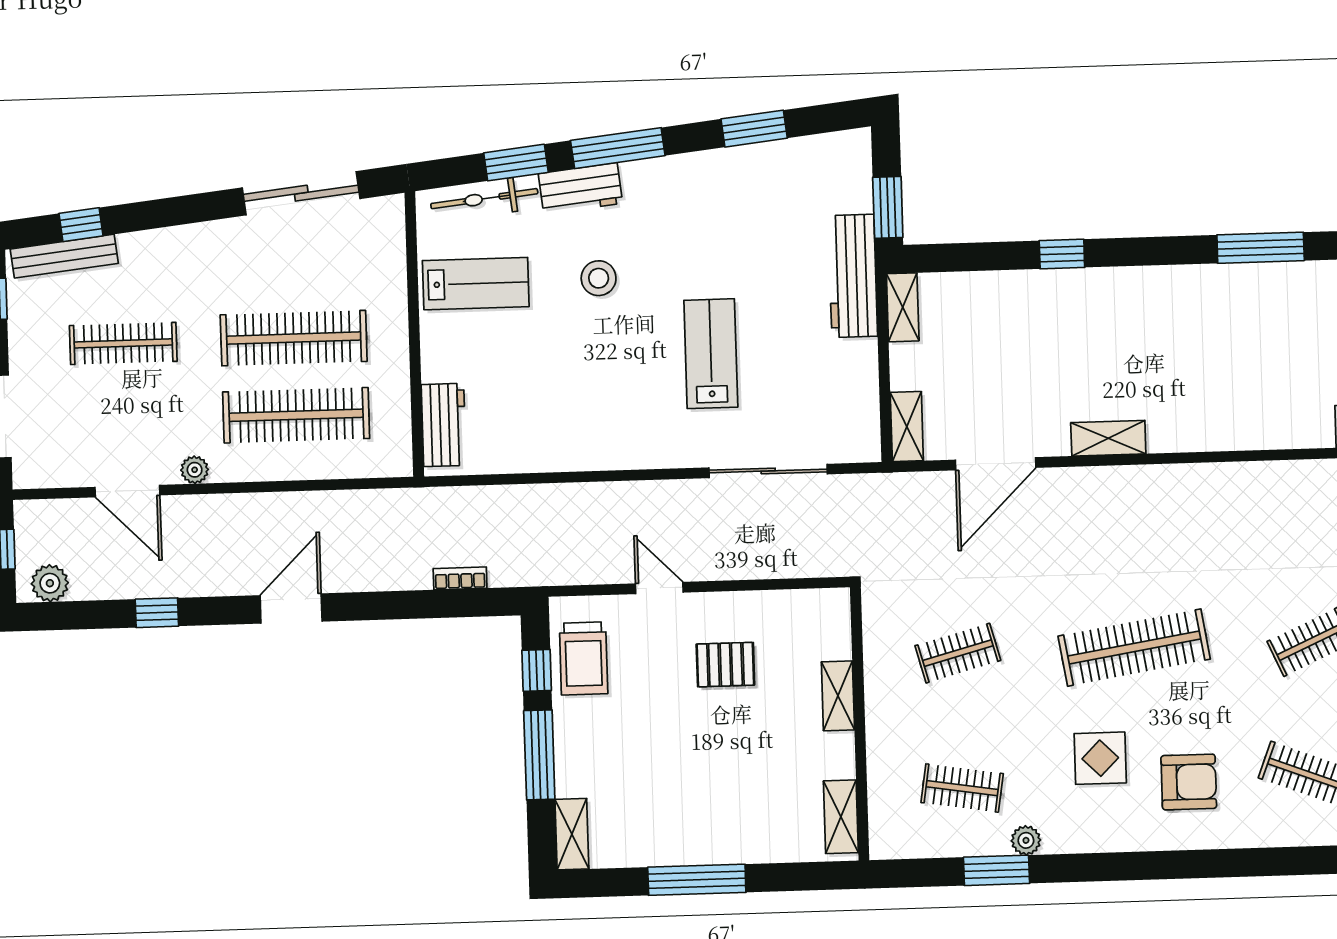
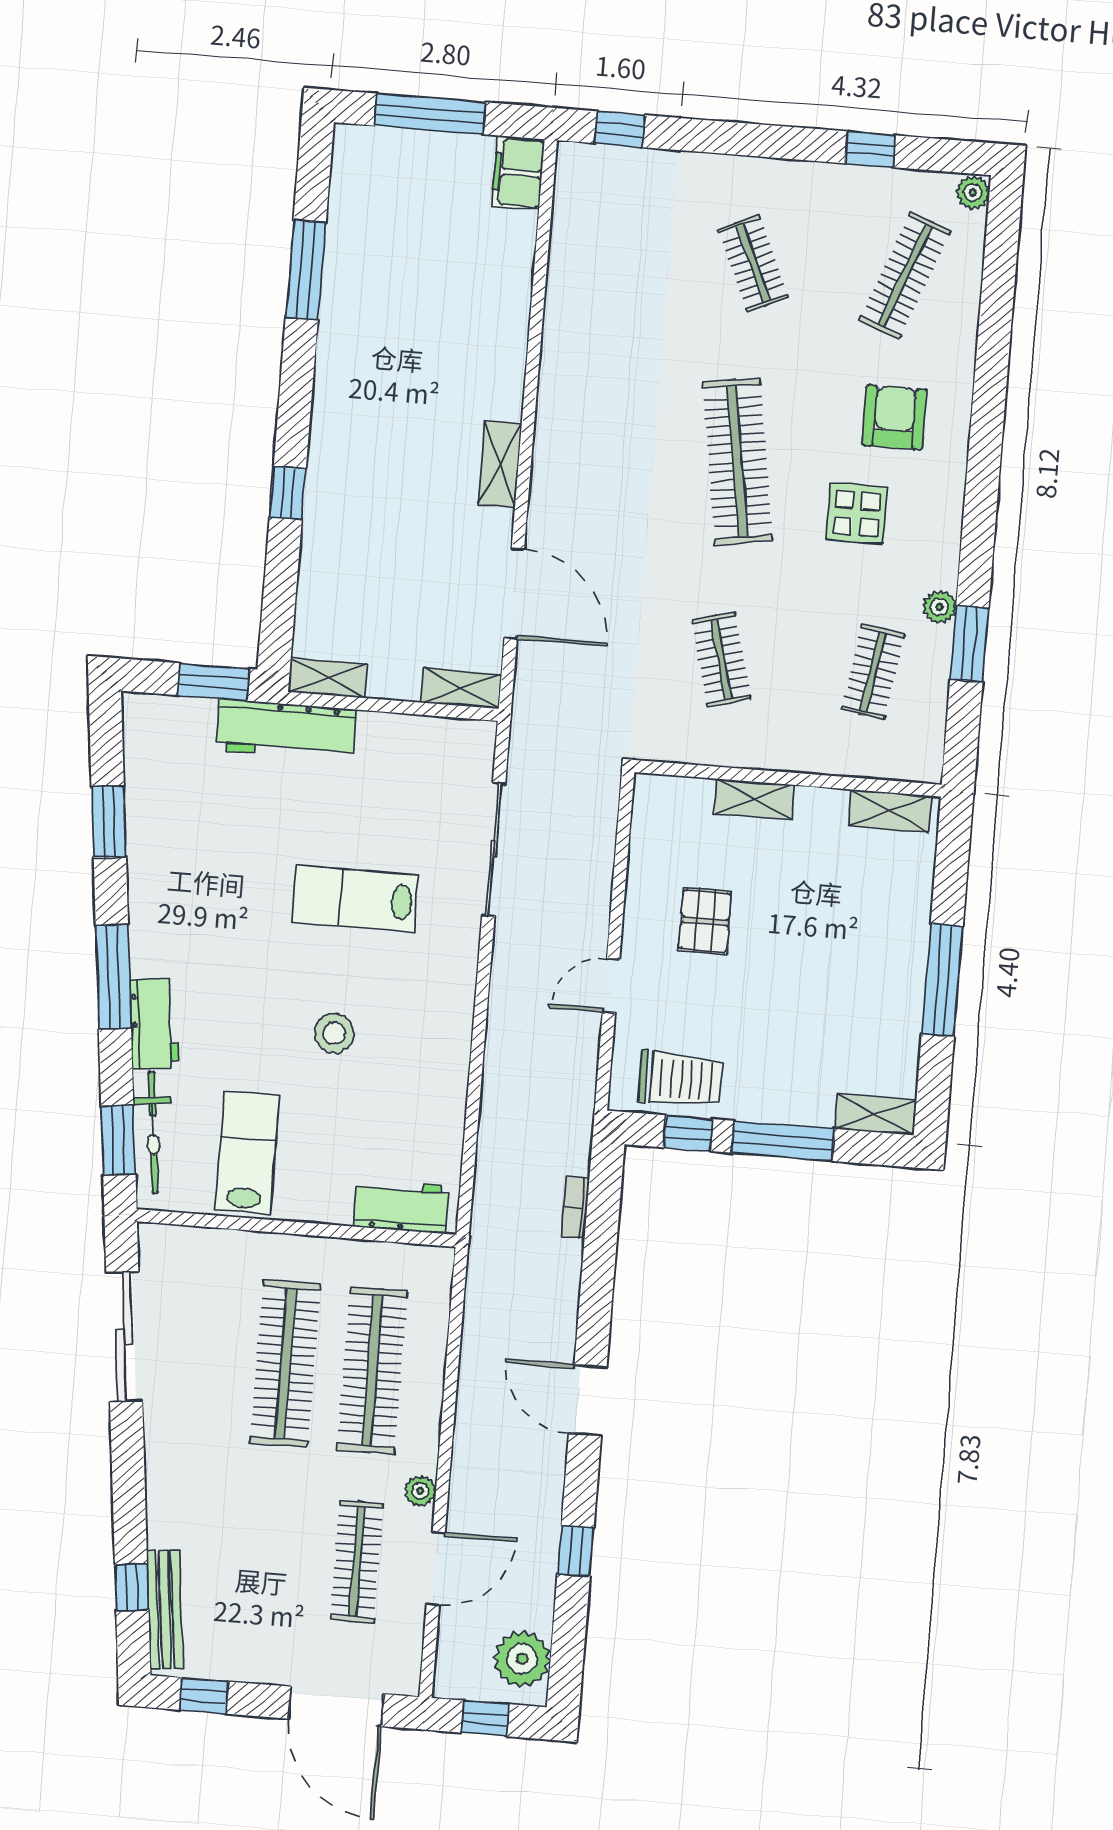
window: (516, 163) -> (118, 1140), moved
stool: (599, 278) -> (334, 1033), moved
clothes rail: (123, 343) -> (357, 1562), moved
plant: (50, 583) -> (522, 1659), width x1.36, depth x1.36

